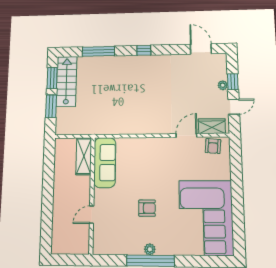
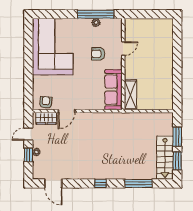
shelving: (84, 156) -> (131, 95), moved
sofa: (105, 163) -> (113, 90), moved
wall: (92, 195) -> (123, 64), moved
door: (92, 215) -> (123, 49), moved

